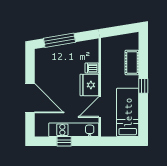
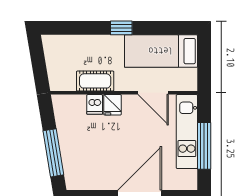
cot: (132, 63) -> (95, 81), moved
fridge: (89, 85) -> (112, 105), width x0.53, depth x0.75
window: (64, 141) -> (204, 146), width x2.17

